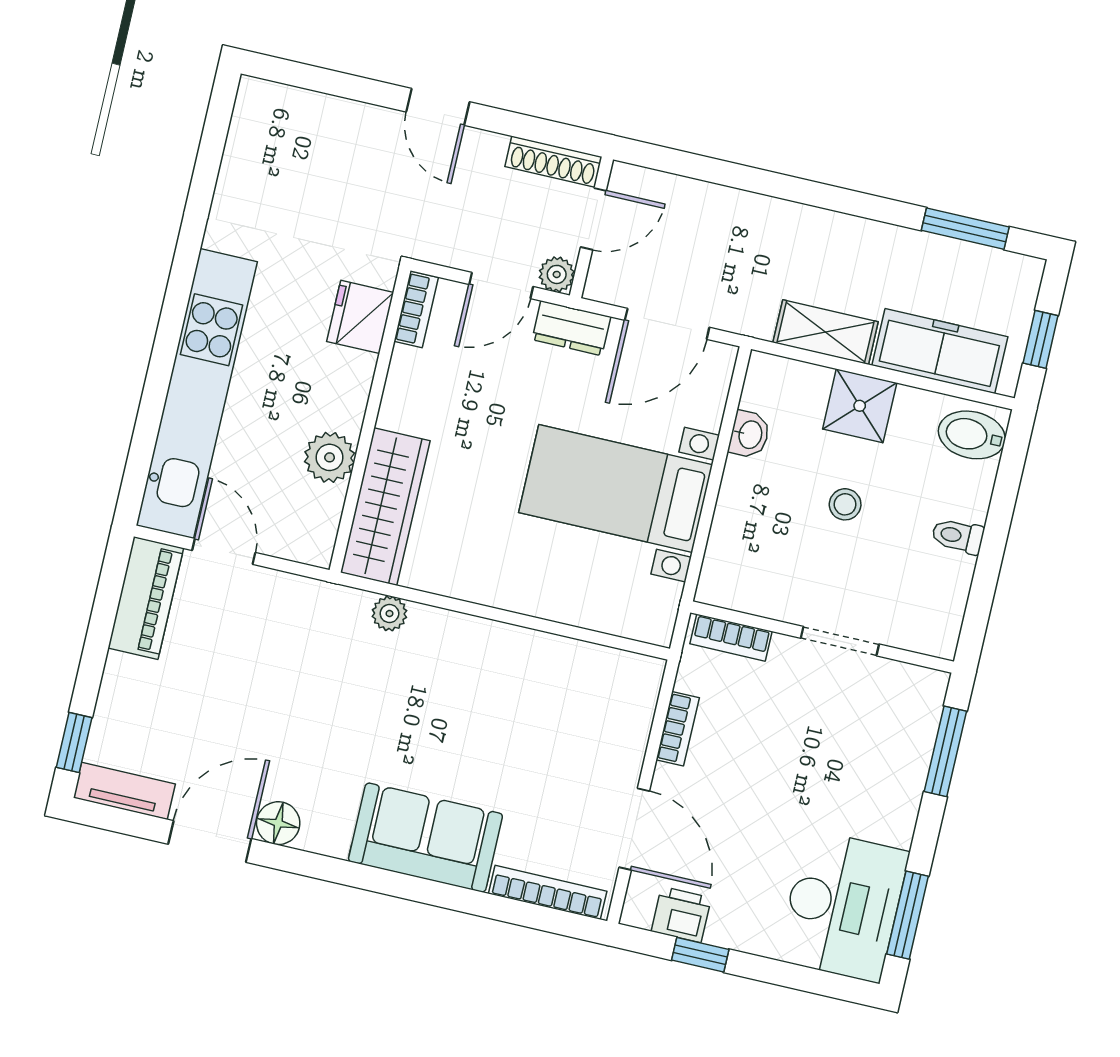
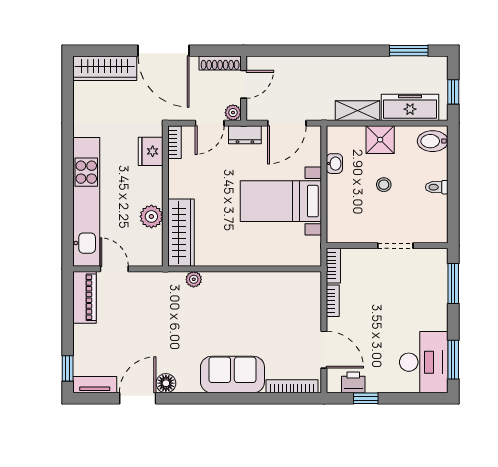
door: (438, 107) -> (163, 51), width x1.87
wardrobe: (303, 116) -> (105, 68), added
bookcase: (731, 638) -> (333, 266), moved, turned -90

